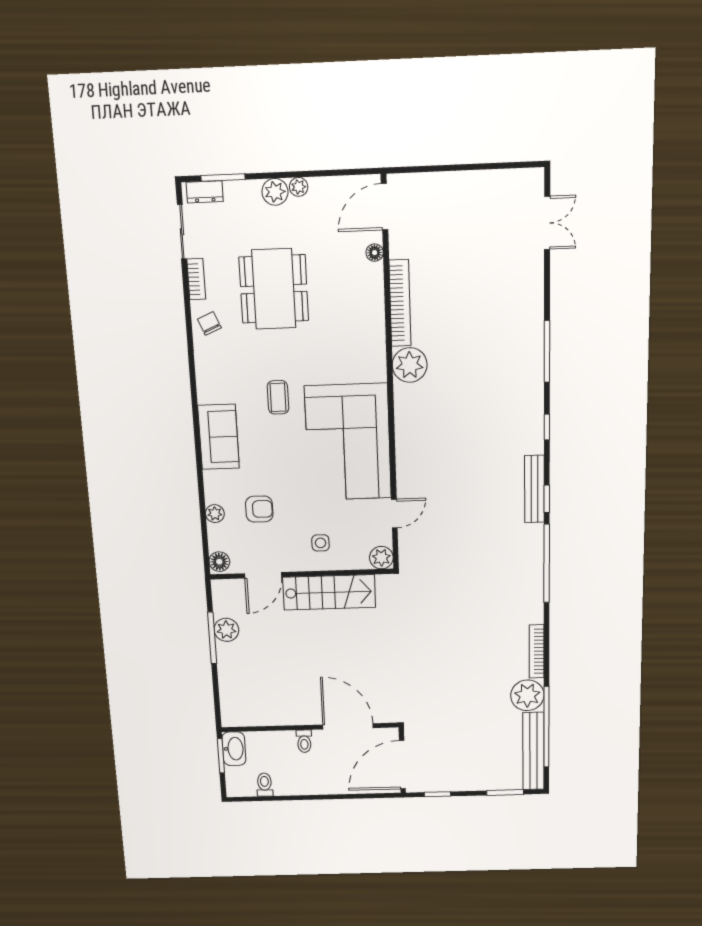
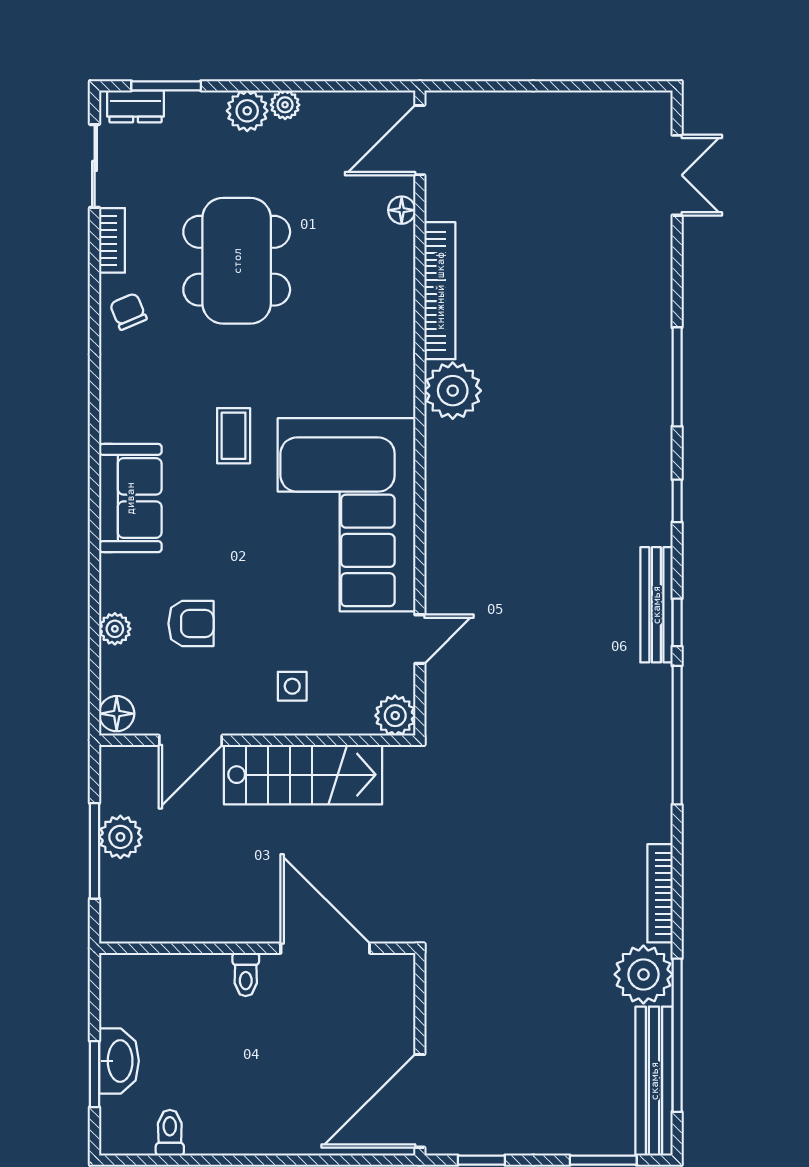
door: (348, 726) -> (325, 948), moved
wall: (310, 727) -> (257, 948), moved
toilet: (304, 741) -> (246, 975), moved

